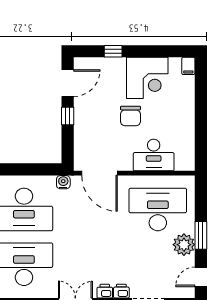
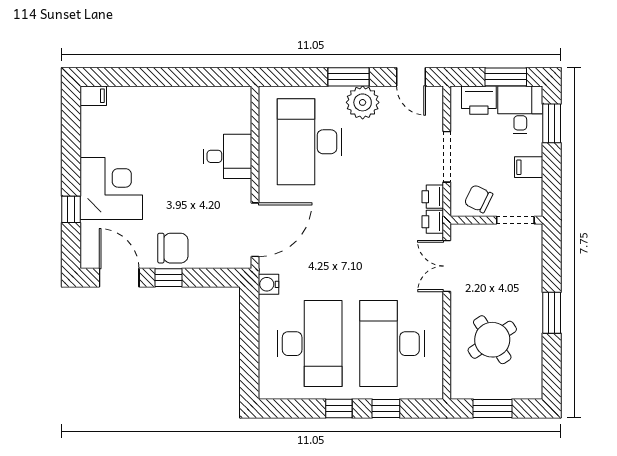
corner desk: (147, 78) -> (111, 189), moved
chair: (130, 116) -> (173, 248), moved
desk: (154, 155) -> (227, 156), width x0.73

